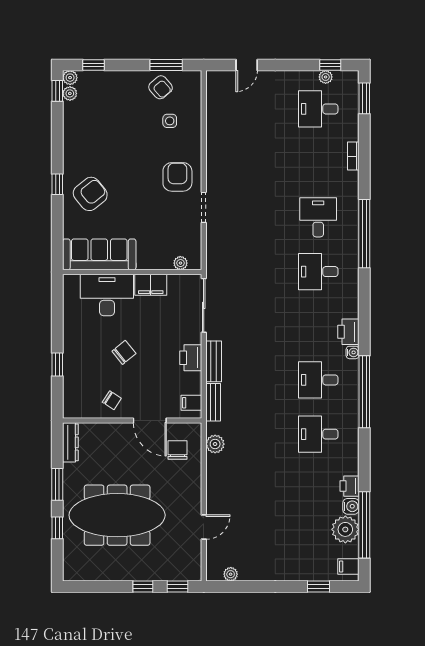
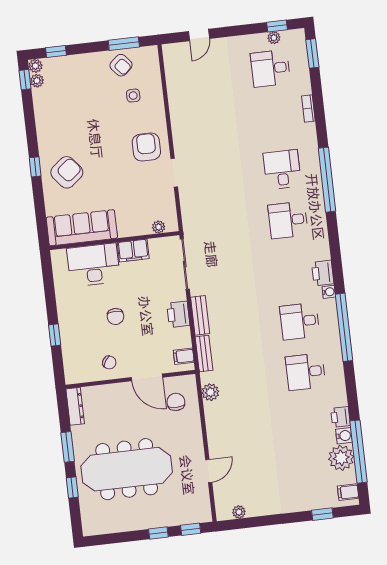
chair: (124, 352) -> (115, 316), turned 129

